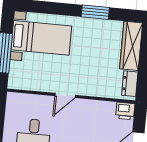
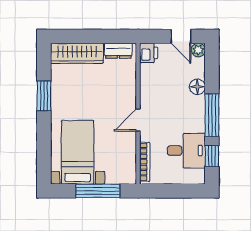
door: (65, 95) -> (138, 120), swing flipped
bookcase: (27, 98) -> (145, 162), added

